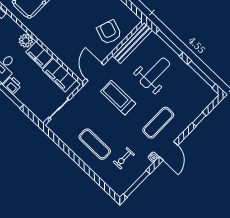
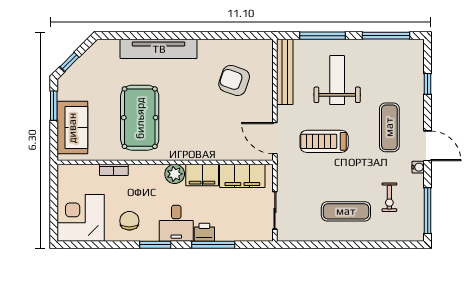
armchair: (109, 32) -> (234, 80), moved

